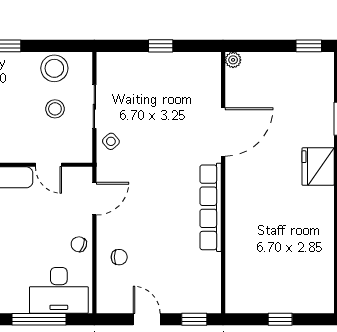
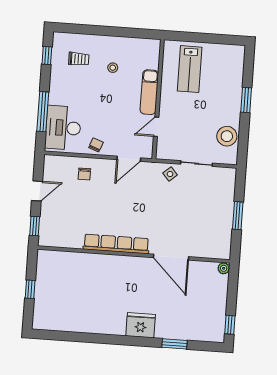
window: (161, 46) -> (238, 216), width x1.50
stool: (55, 109) -> (197, 134), removed
door: (94, 199) -> (129, 159), hinge flipped

